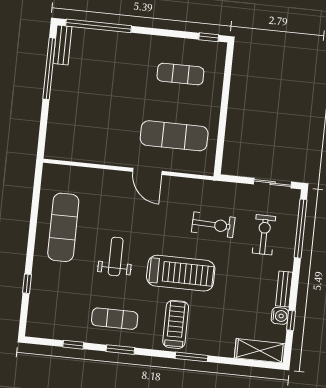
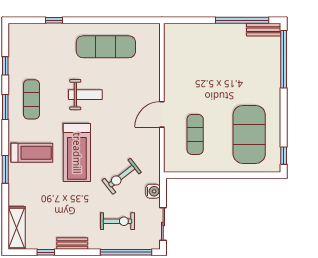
exercise mat: (180, 74) -> (249, 134), width x2.00, depth x1.45
exercise mat: (174, 136) -> (195, 134), width x0.73, depth x0.69
exercise bike: (213, 225) -> (122, 176), turned 50
water cooler: (280, 316) -> (153, 191), moved, turned -90

